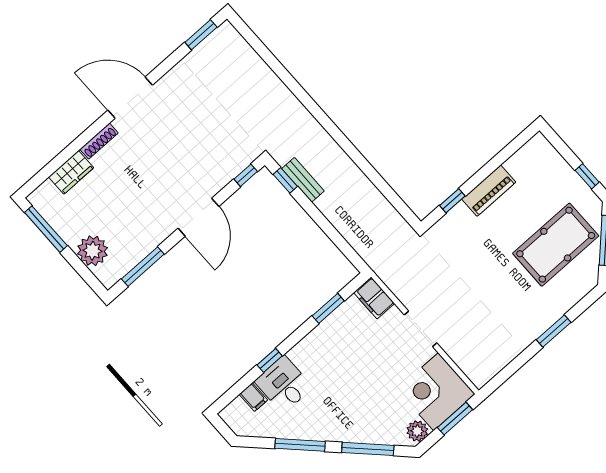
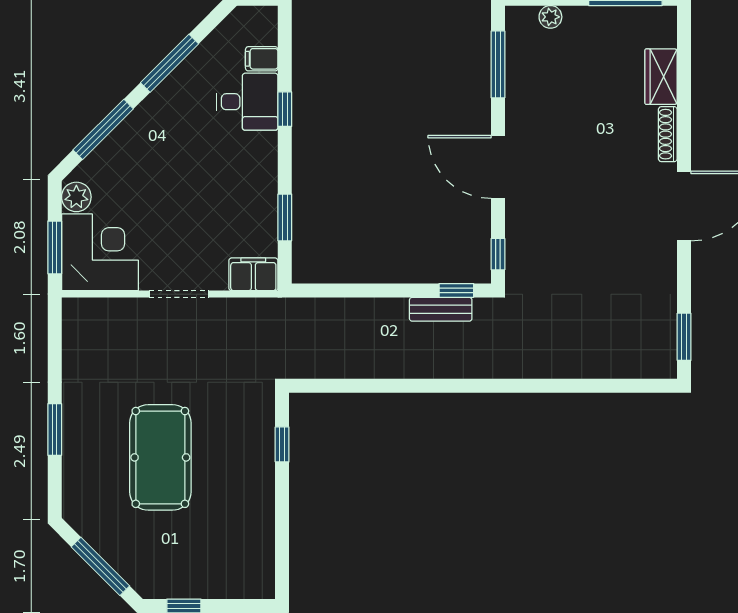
piano: (489, 191) -> (259, 491), removed
pool table: (556, 245) -> (160, 457), moved
plant: (93, 251) -> (550, 17), width x0.53, depth x0.53

